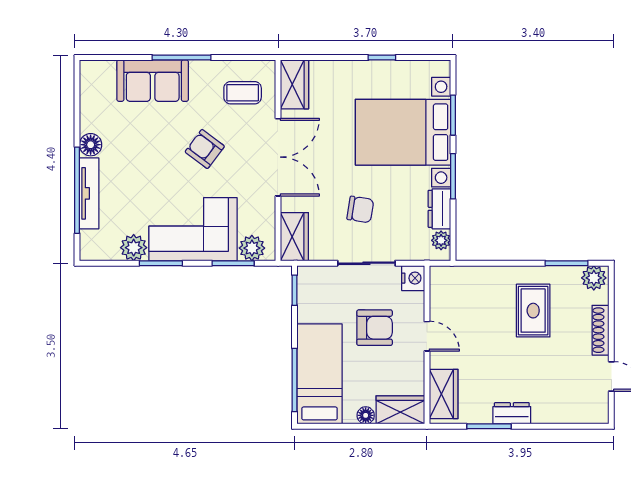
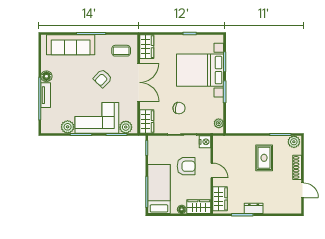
sofa: (153, 81) -> (71, 45), width x1.36
armchair: (205, 149) -> (103, 78), turned -83
tv unit: (89, 193) -> (46, 95), width x0.71
dresser: (439, 209) -> (218, 108), removed

